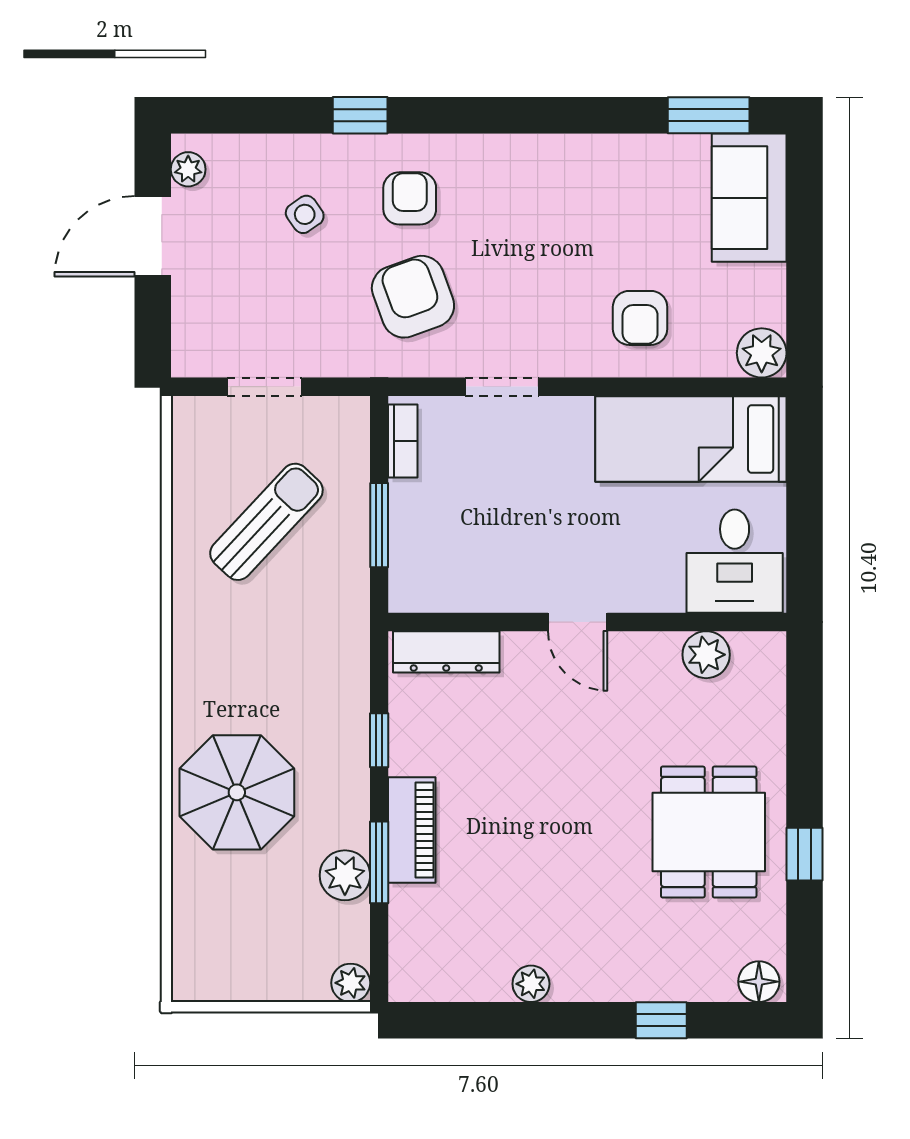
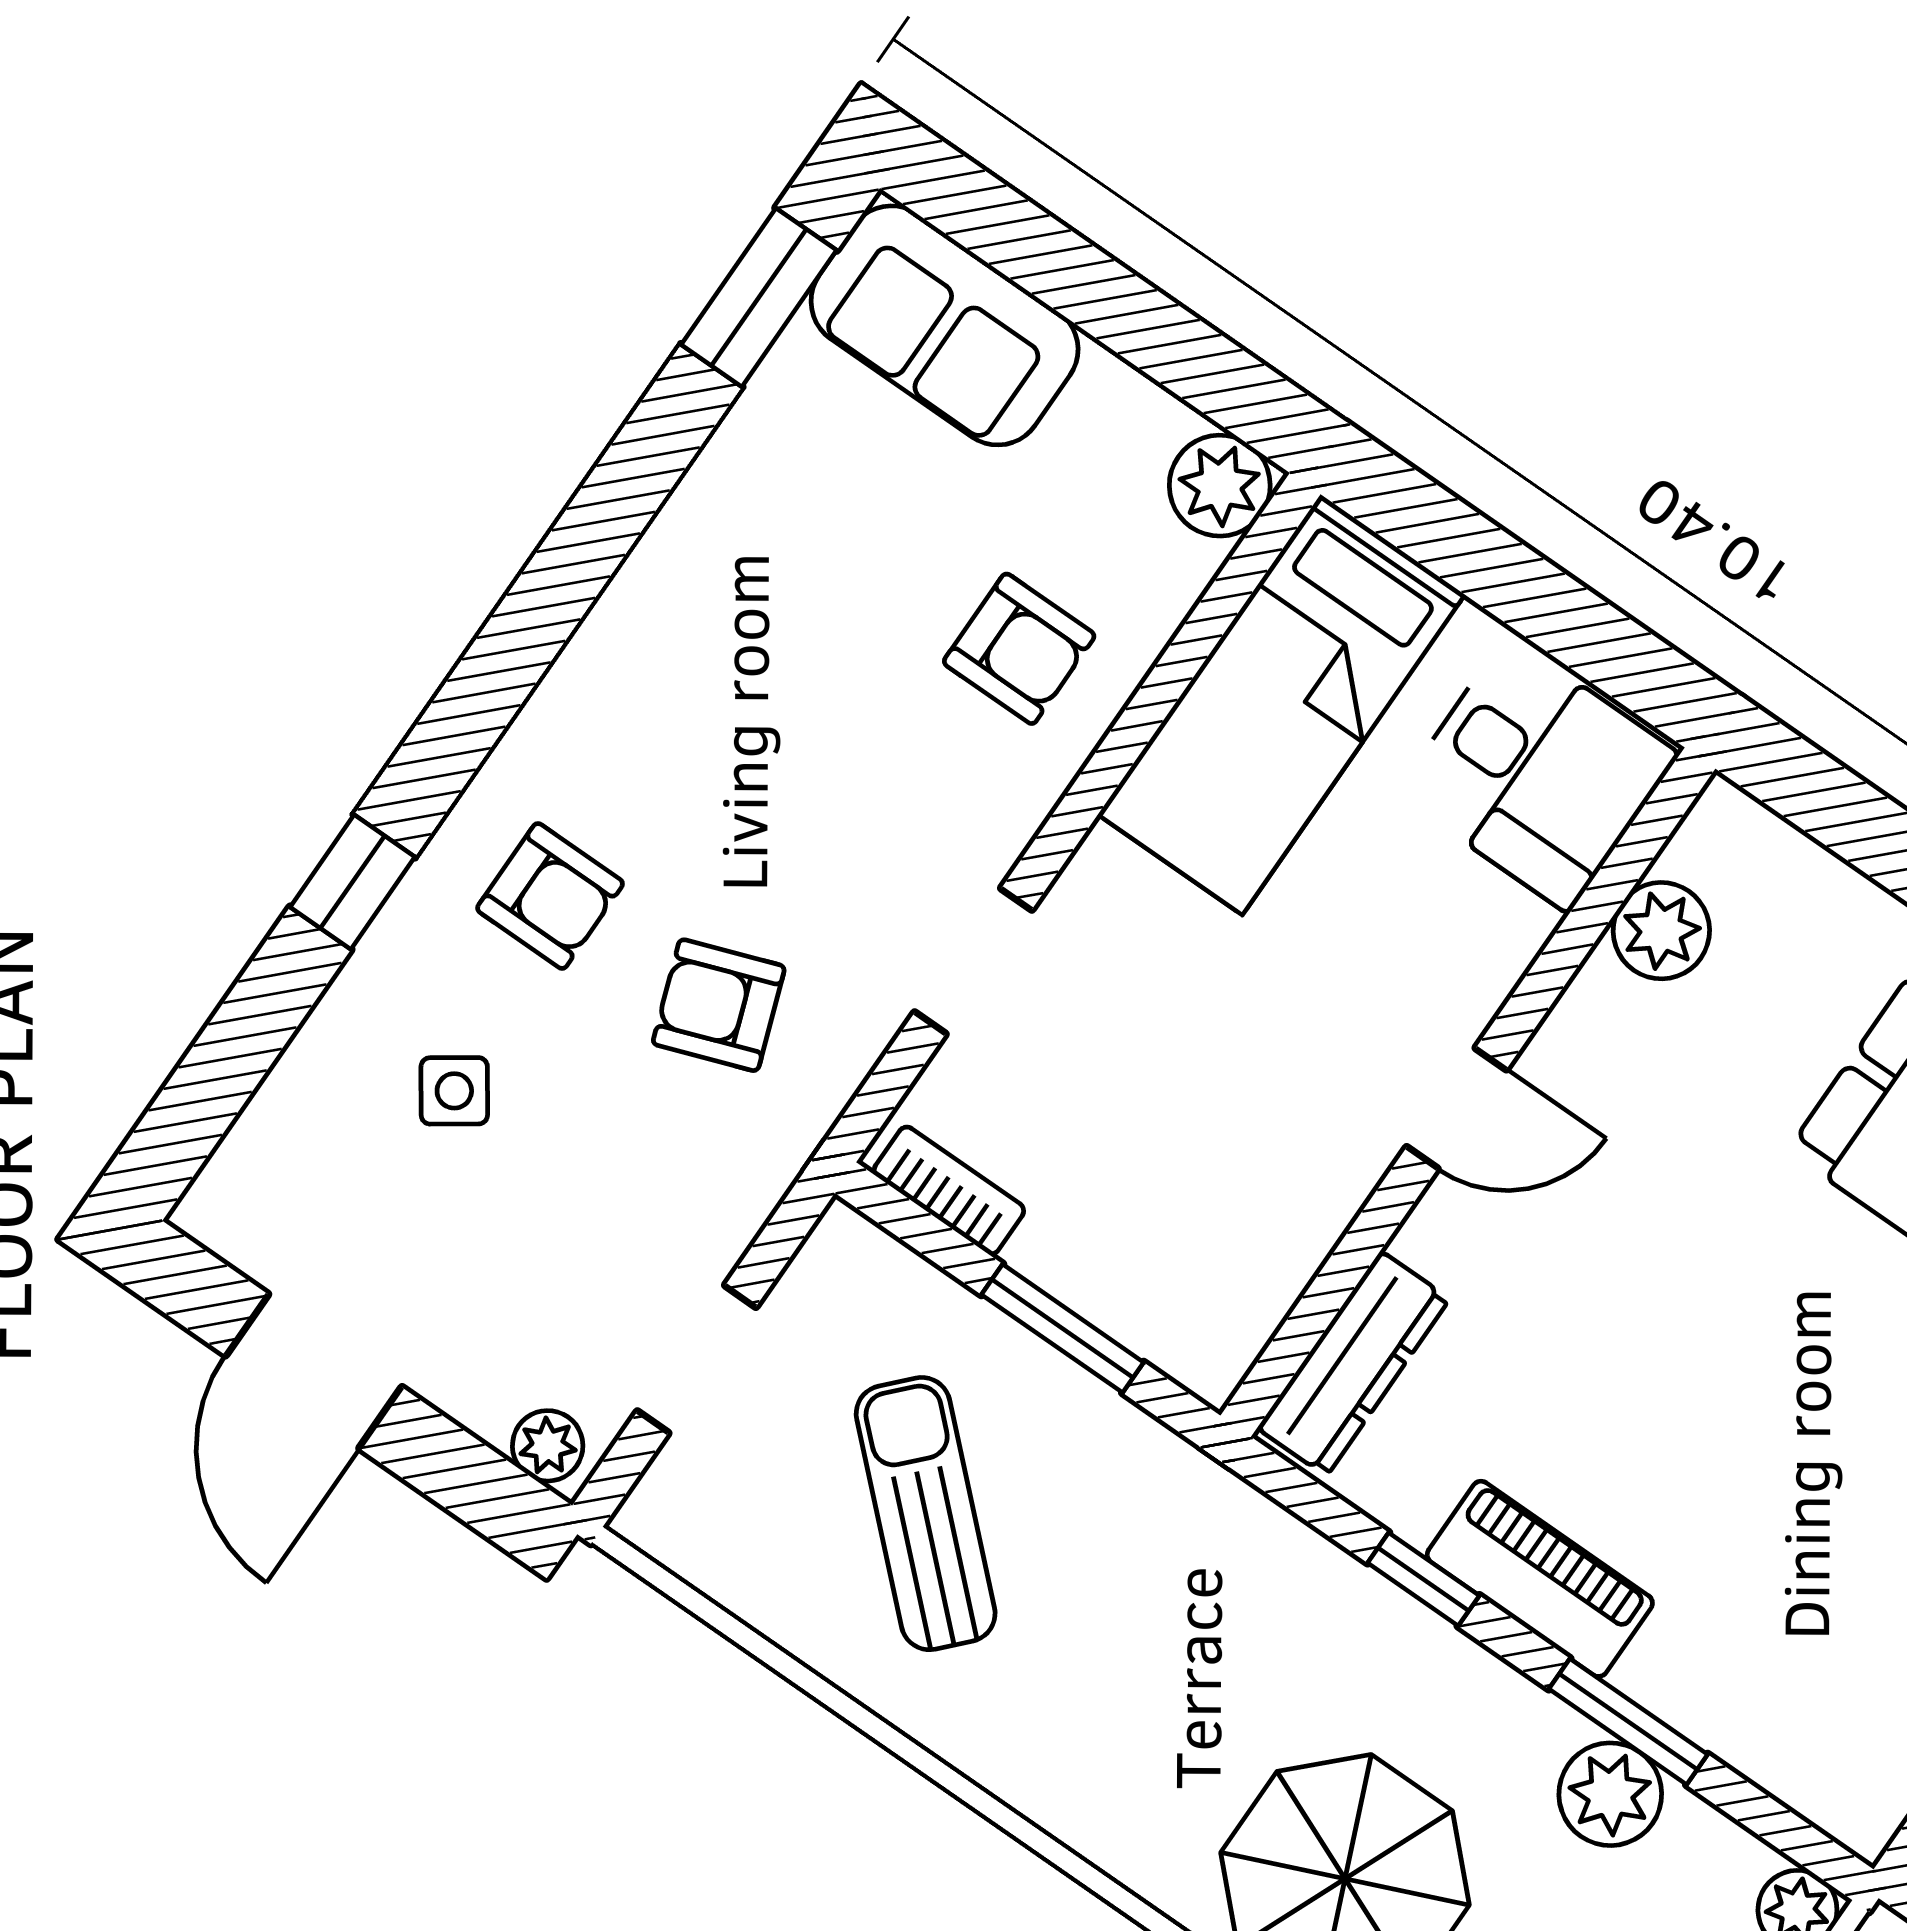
plant: (188, 169) -> (548, 1446), moved
armchair: (410, 198) -> (550, 896), turned 180
armchair: (413, 297) -> (719, 1005), width x0.72, depth x0.72
piano: (412, 830) -> (1540, 1579), moved

